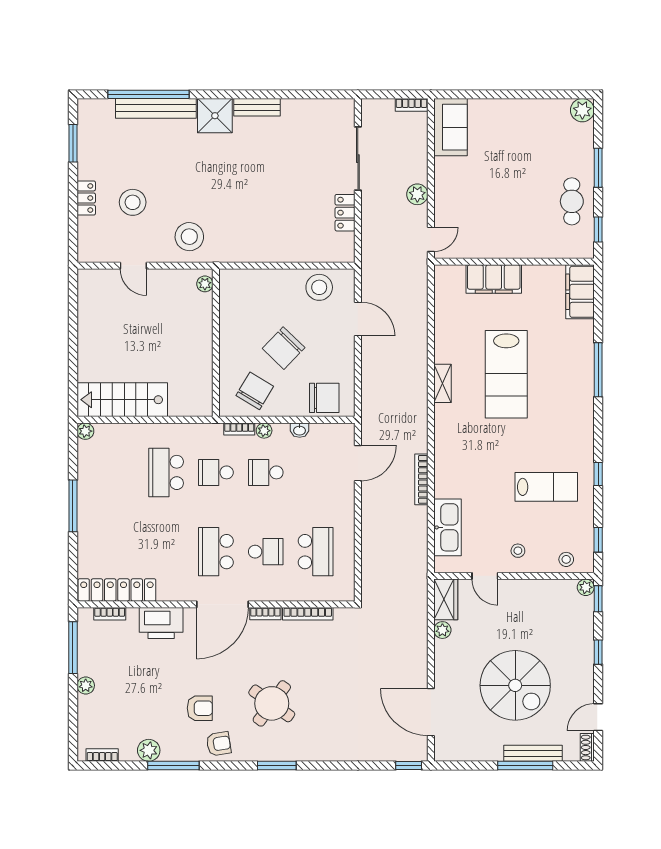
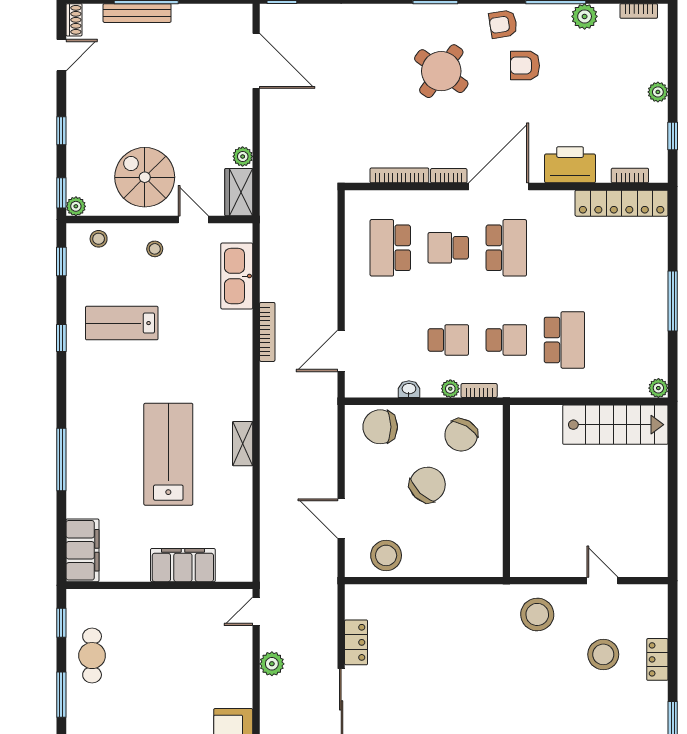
plant: (205, 284) -> (519, 559), removed
window: (73, 648) -> (673, 136), width x0.46
spiral stairs: (515, 685) -> (145, 177), moved, width x0.73, depth x0.73

